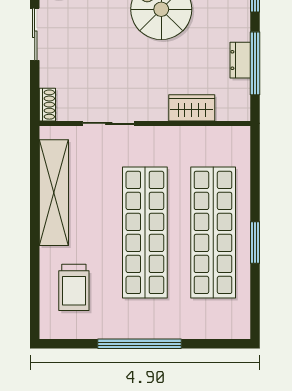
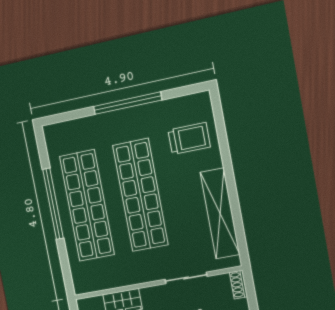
window: (255, 243) -> (53, 204), width x2.11
trolley: (74, 287) -> (189, 138), turned 90

